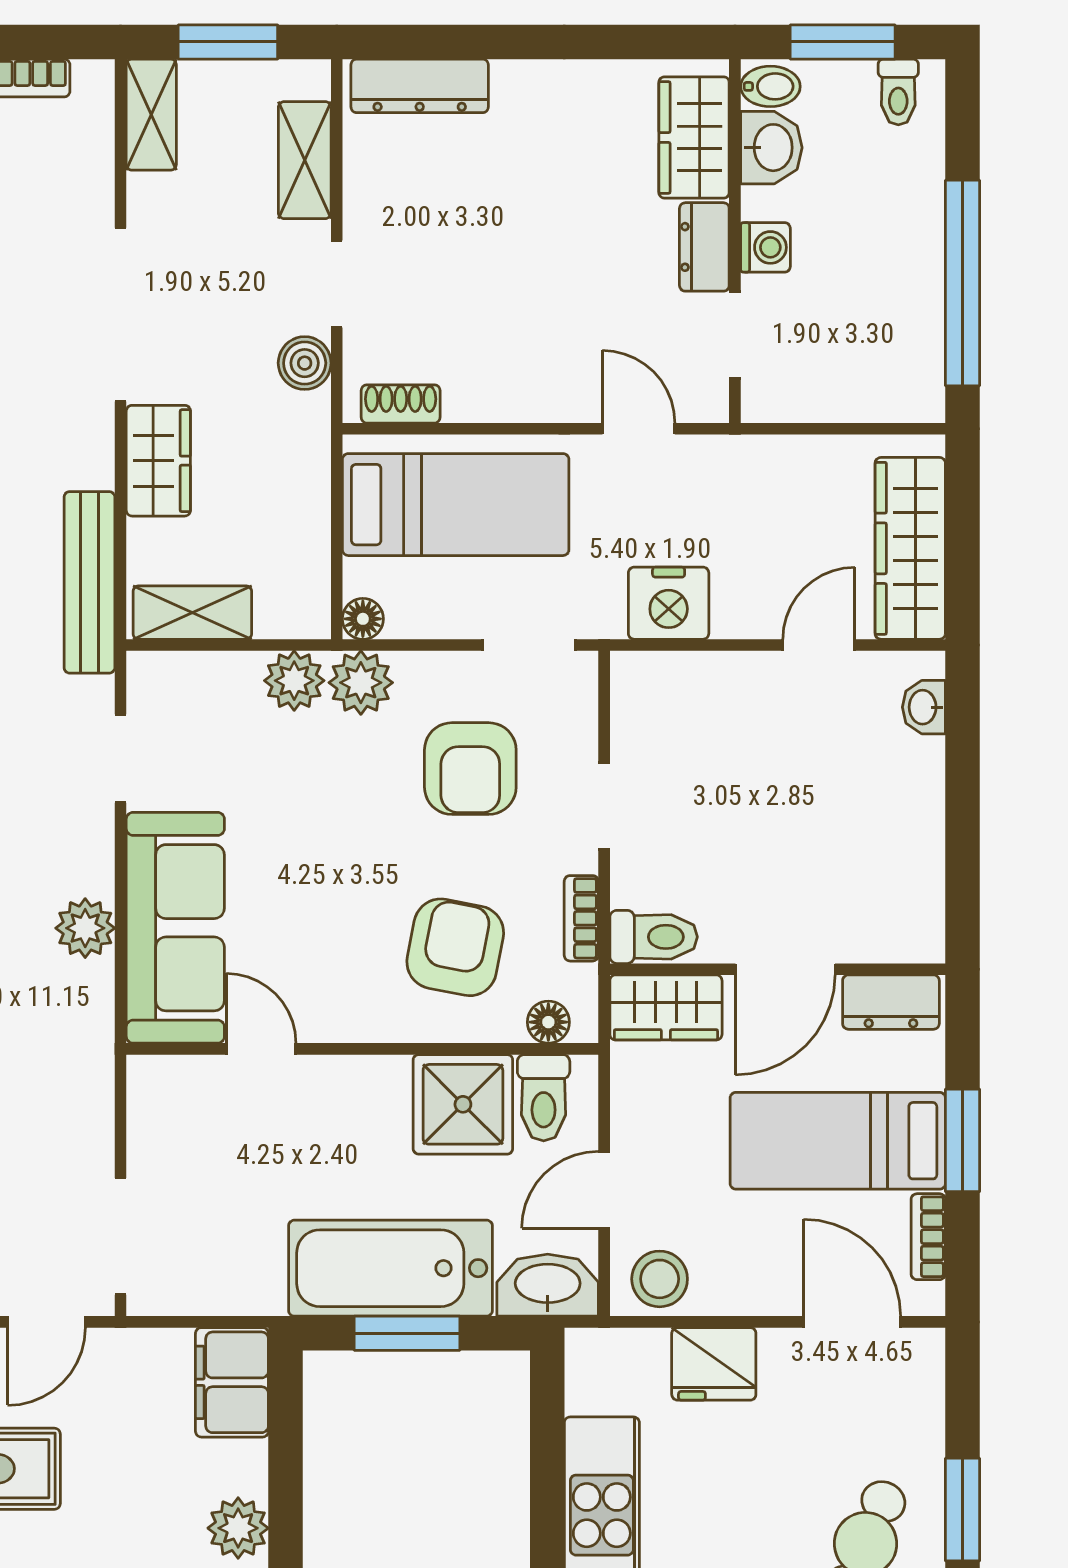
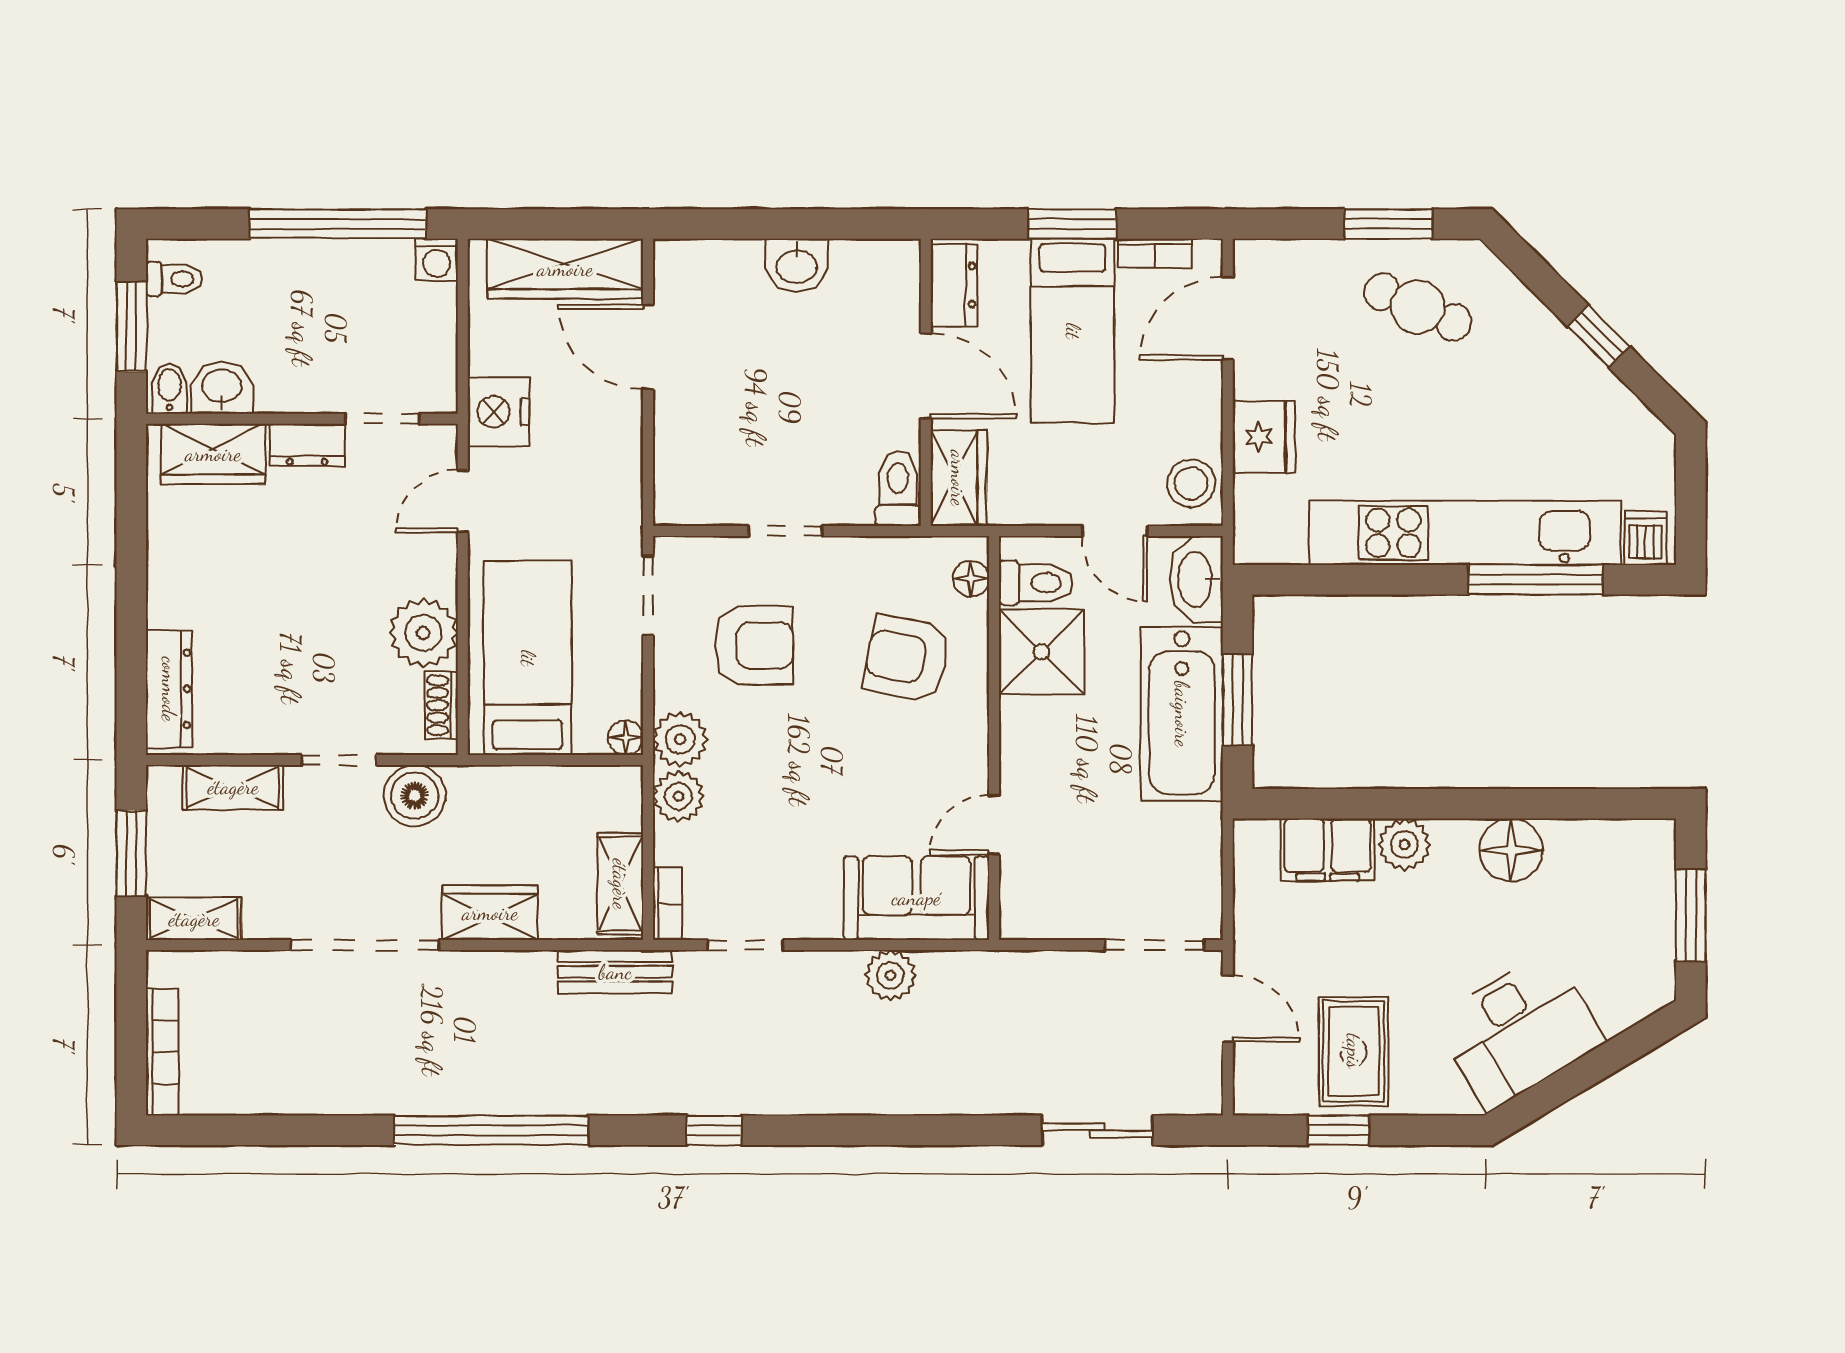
washing machine: (765, 247) -> (437, 260), moved, turned 180
boiler: (305, 363) -> (415, 796), width x1.36, depth x1.36
plant: (485, 383) -> (423, 633), added
bench: (89, 582) -> (615, 972), width x0.73
nightstand: (669, 603) -> (498, 412), moved, turned 180
door: (819, 645) -> (648, 347), width x1.38
washbasin: (924, 707) -> (797, 265), moved, width x1.38, depth x1.45
bookcase: (581, 918) -> (667, 904), moved, turned -90
sofa: (175, 928) -> (916, 898), width x0.73
filing cabinet: (232, 1382) -> (1328, 850), moved

